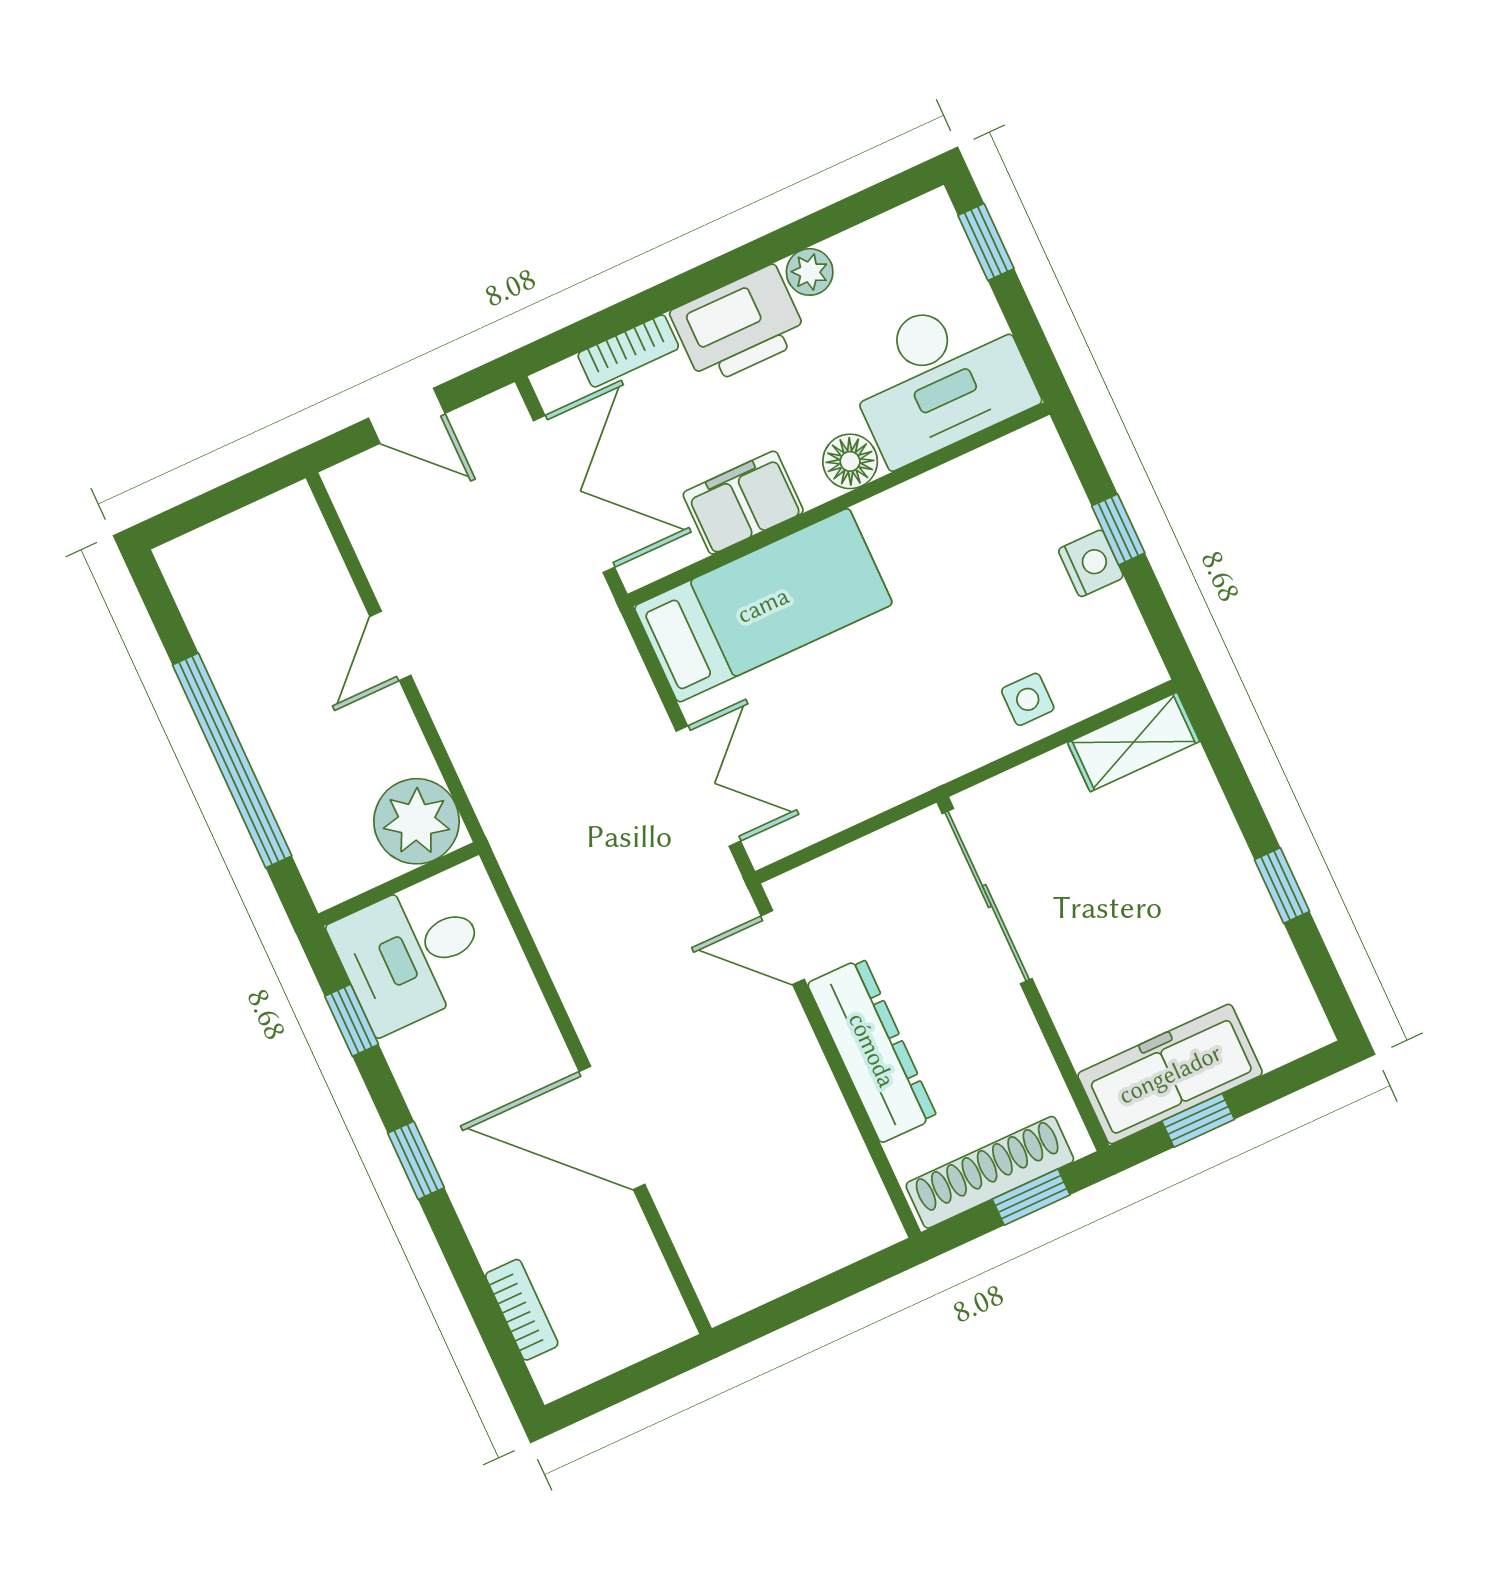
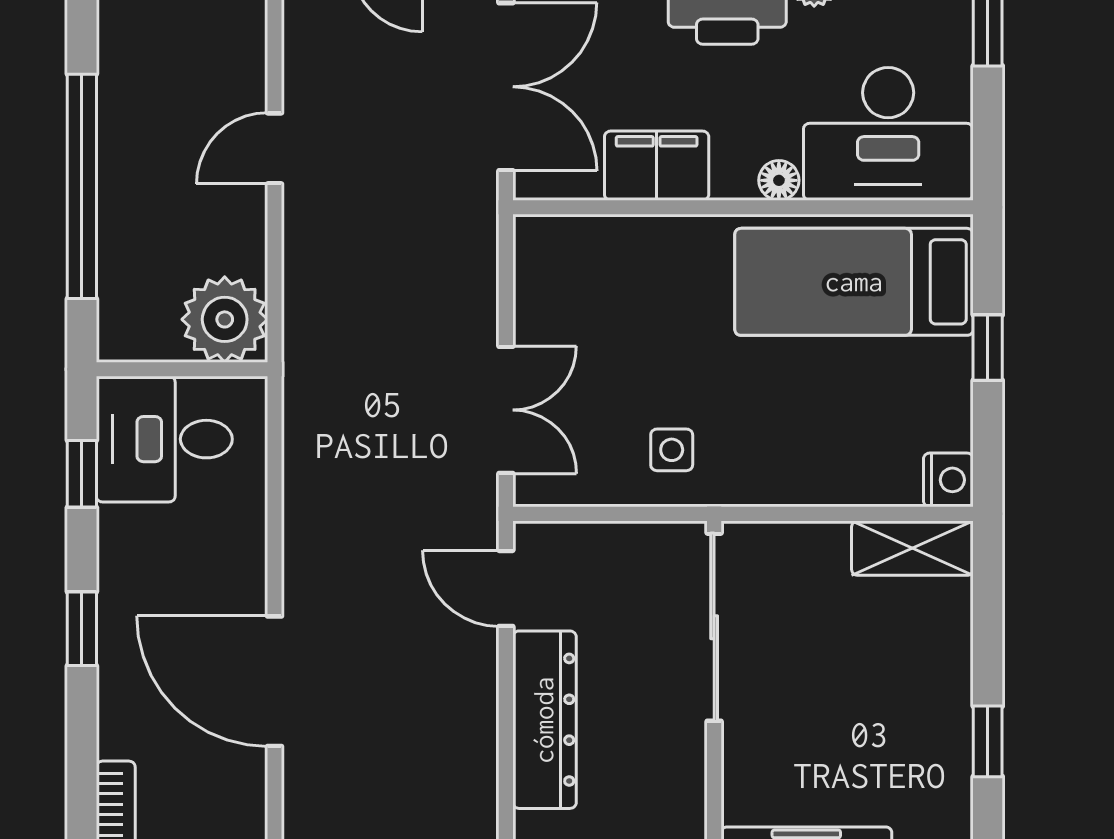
floor lamp: (850, 461) -> (779, 180), width x0.73, depth x0.73
nightstand: (1091, 563) -> (948, 480), moved
bed: (763, 605) -> (854, 282), moved, turned 180
side table: (1028, 699) -> (672, 450), moved

